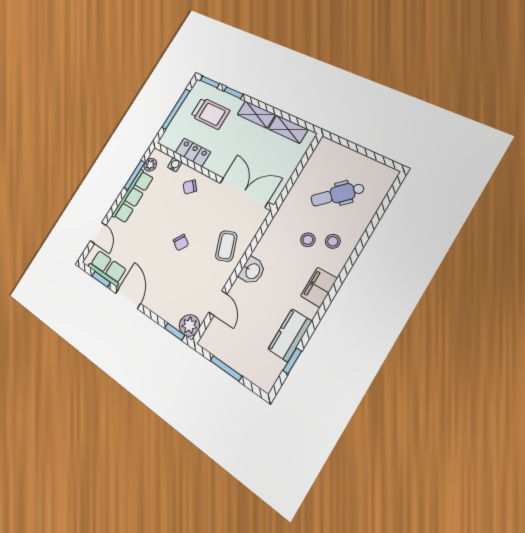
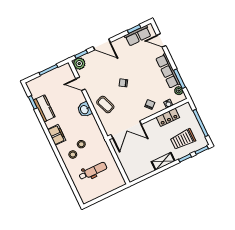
shelving: (288, 129) -> (143, 171), removed
dental chair: (337, 195) -> (93, 171), turned 43
door: (128, 298) -> (102, 44), moved

